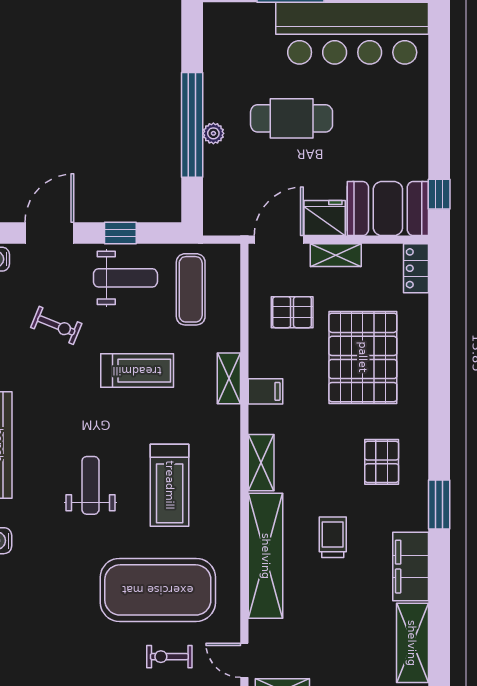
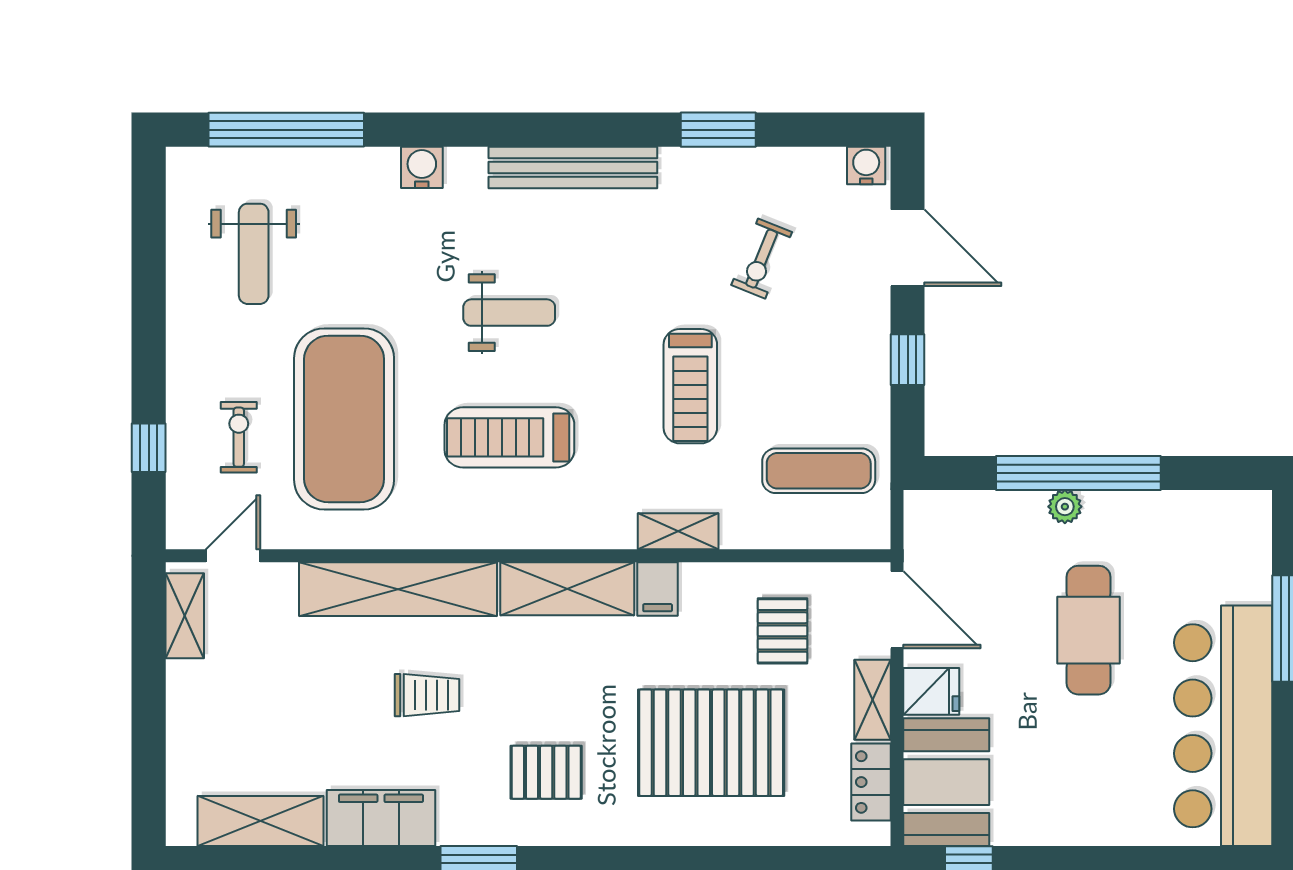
fridge: (325, 218) -> (931, 691), width x0.72
locker: (416, 268) -> (871, 782), moved, turned -90
weight bench: (125, 278) -> (254, 254), moved
shelving: (261, 463) -> (567, 589), width x1.50, depth x1.33

